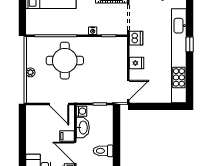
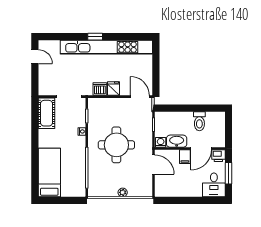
dishwasher: (136, 38) -> (100, 89), moved
round table: (65, 61) -> (116, 145), moved
door: (59, 104) -> (154, 165), hinge flipped

